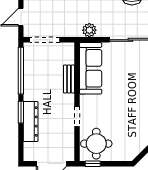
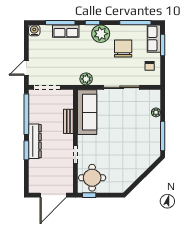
dresser: (31, 122) -> (35, 141), moved

